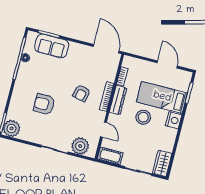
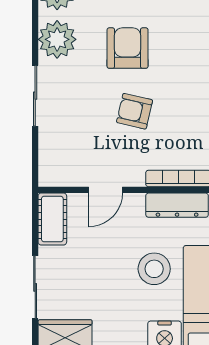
armchair: (82, 93) -> (135, 111), moved
plant: (80, 146) -> (57, 39), moved

